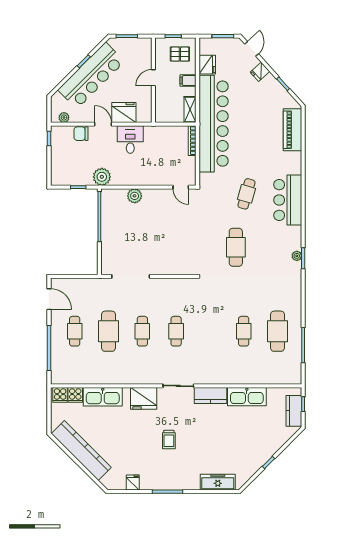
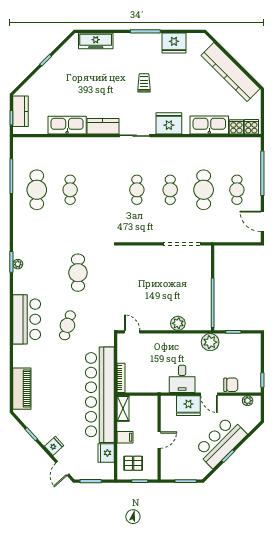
bar counter: (91, 76) -> (221, 442), width x0.73
fridge: (133, 483) -> (174, 43), width x1.88, depth x1.34

